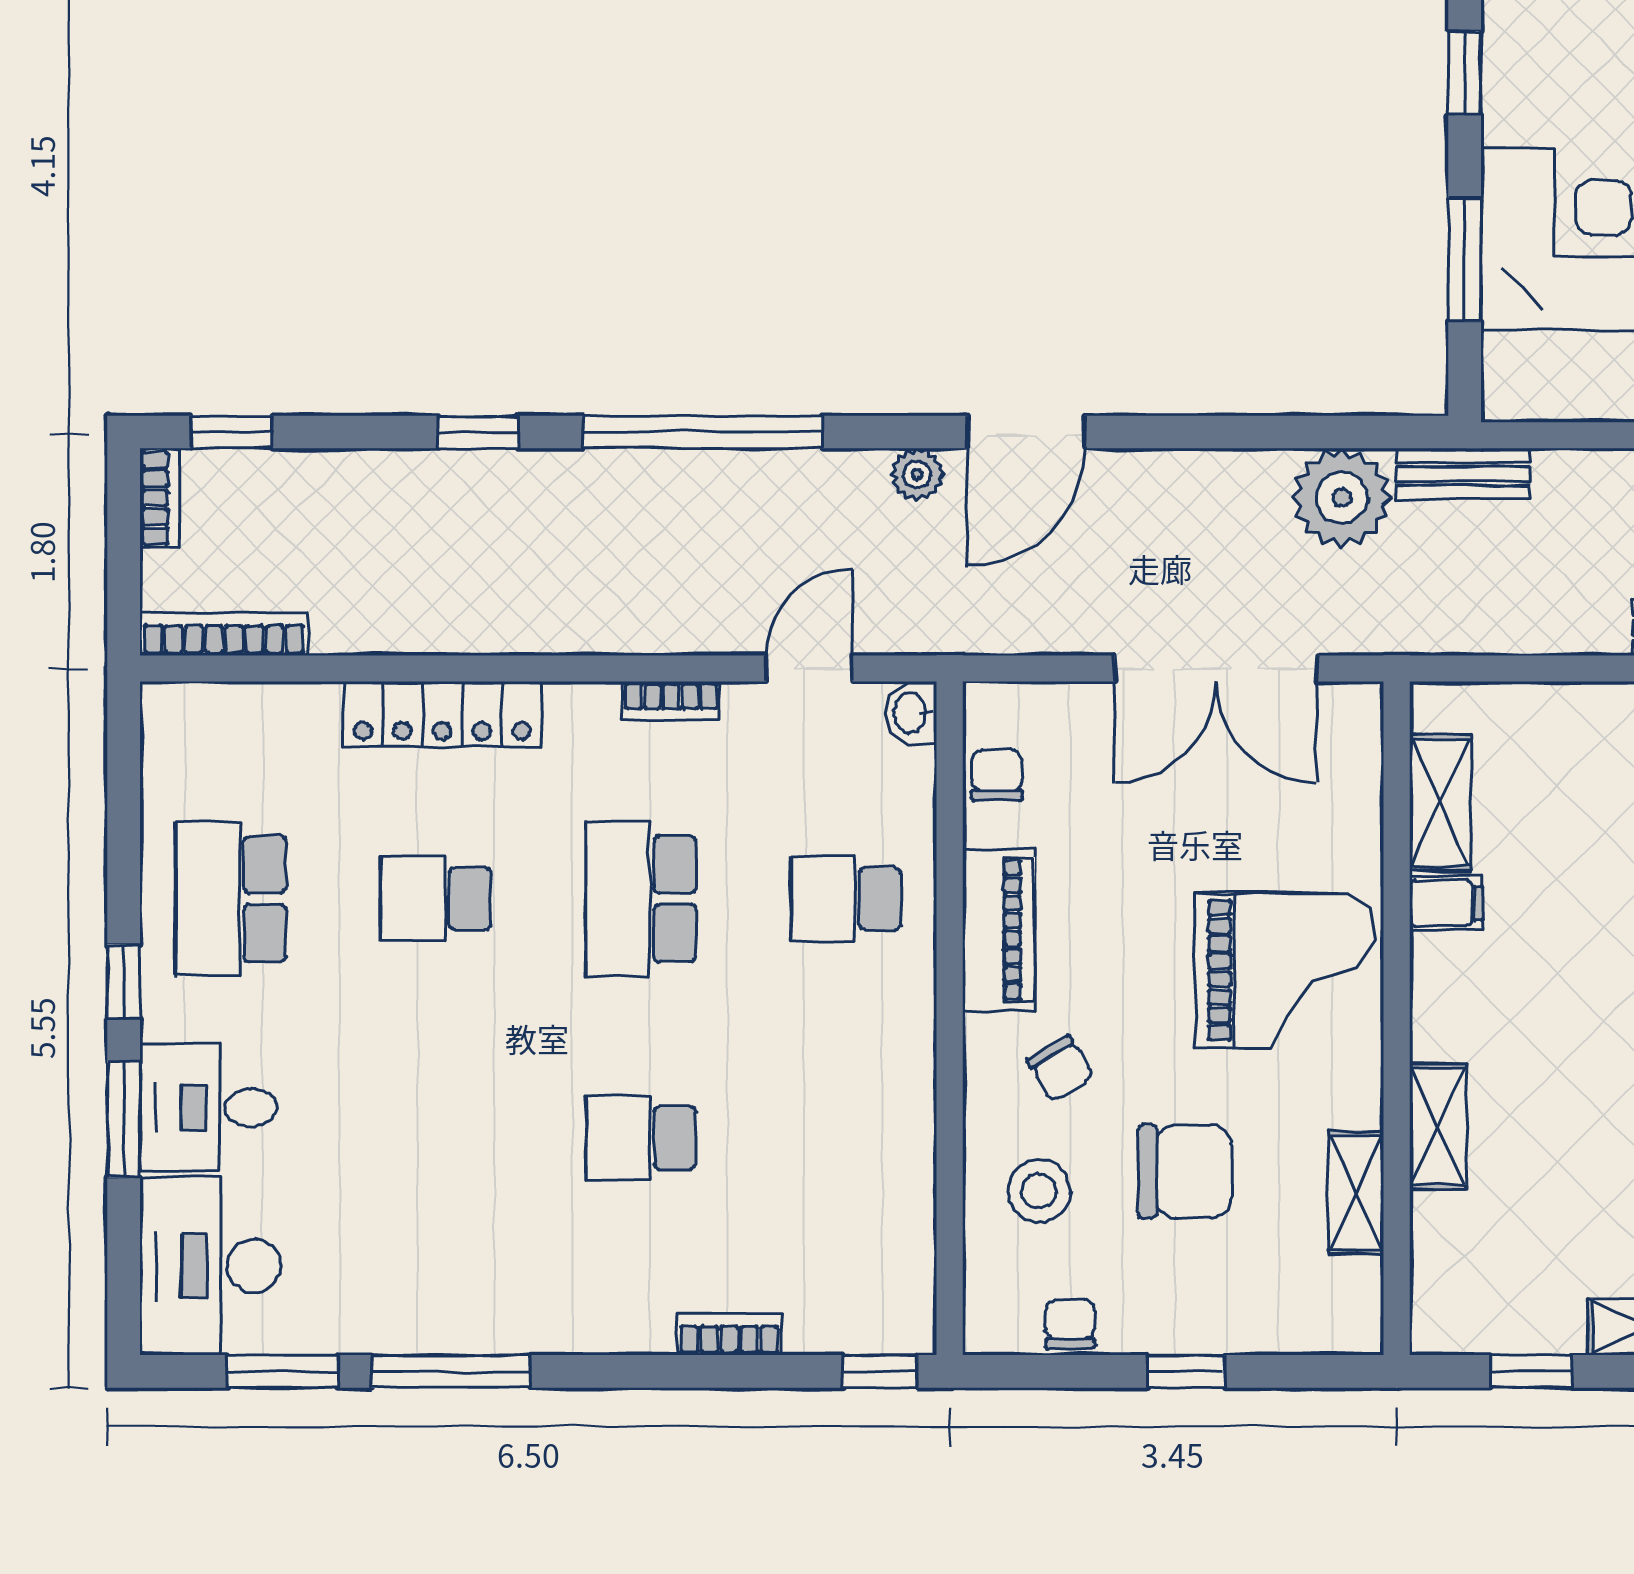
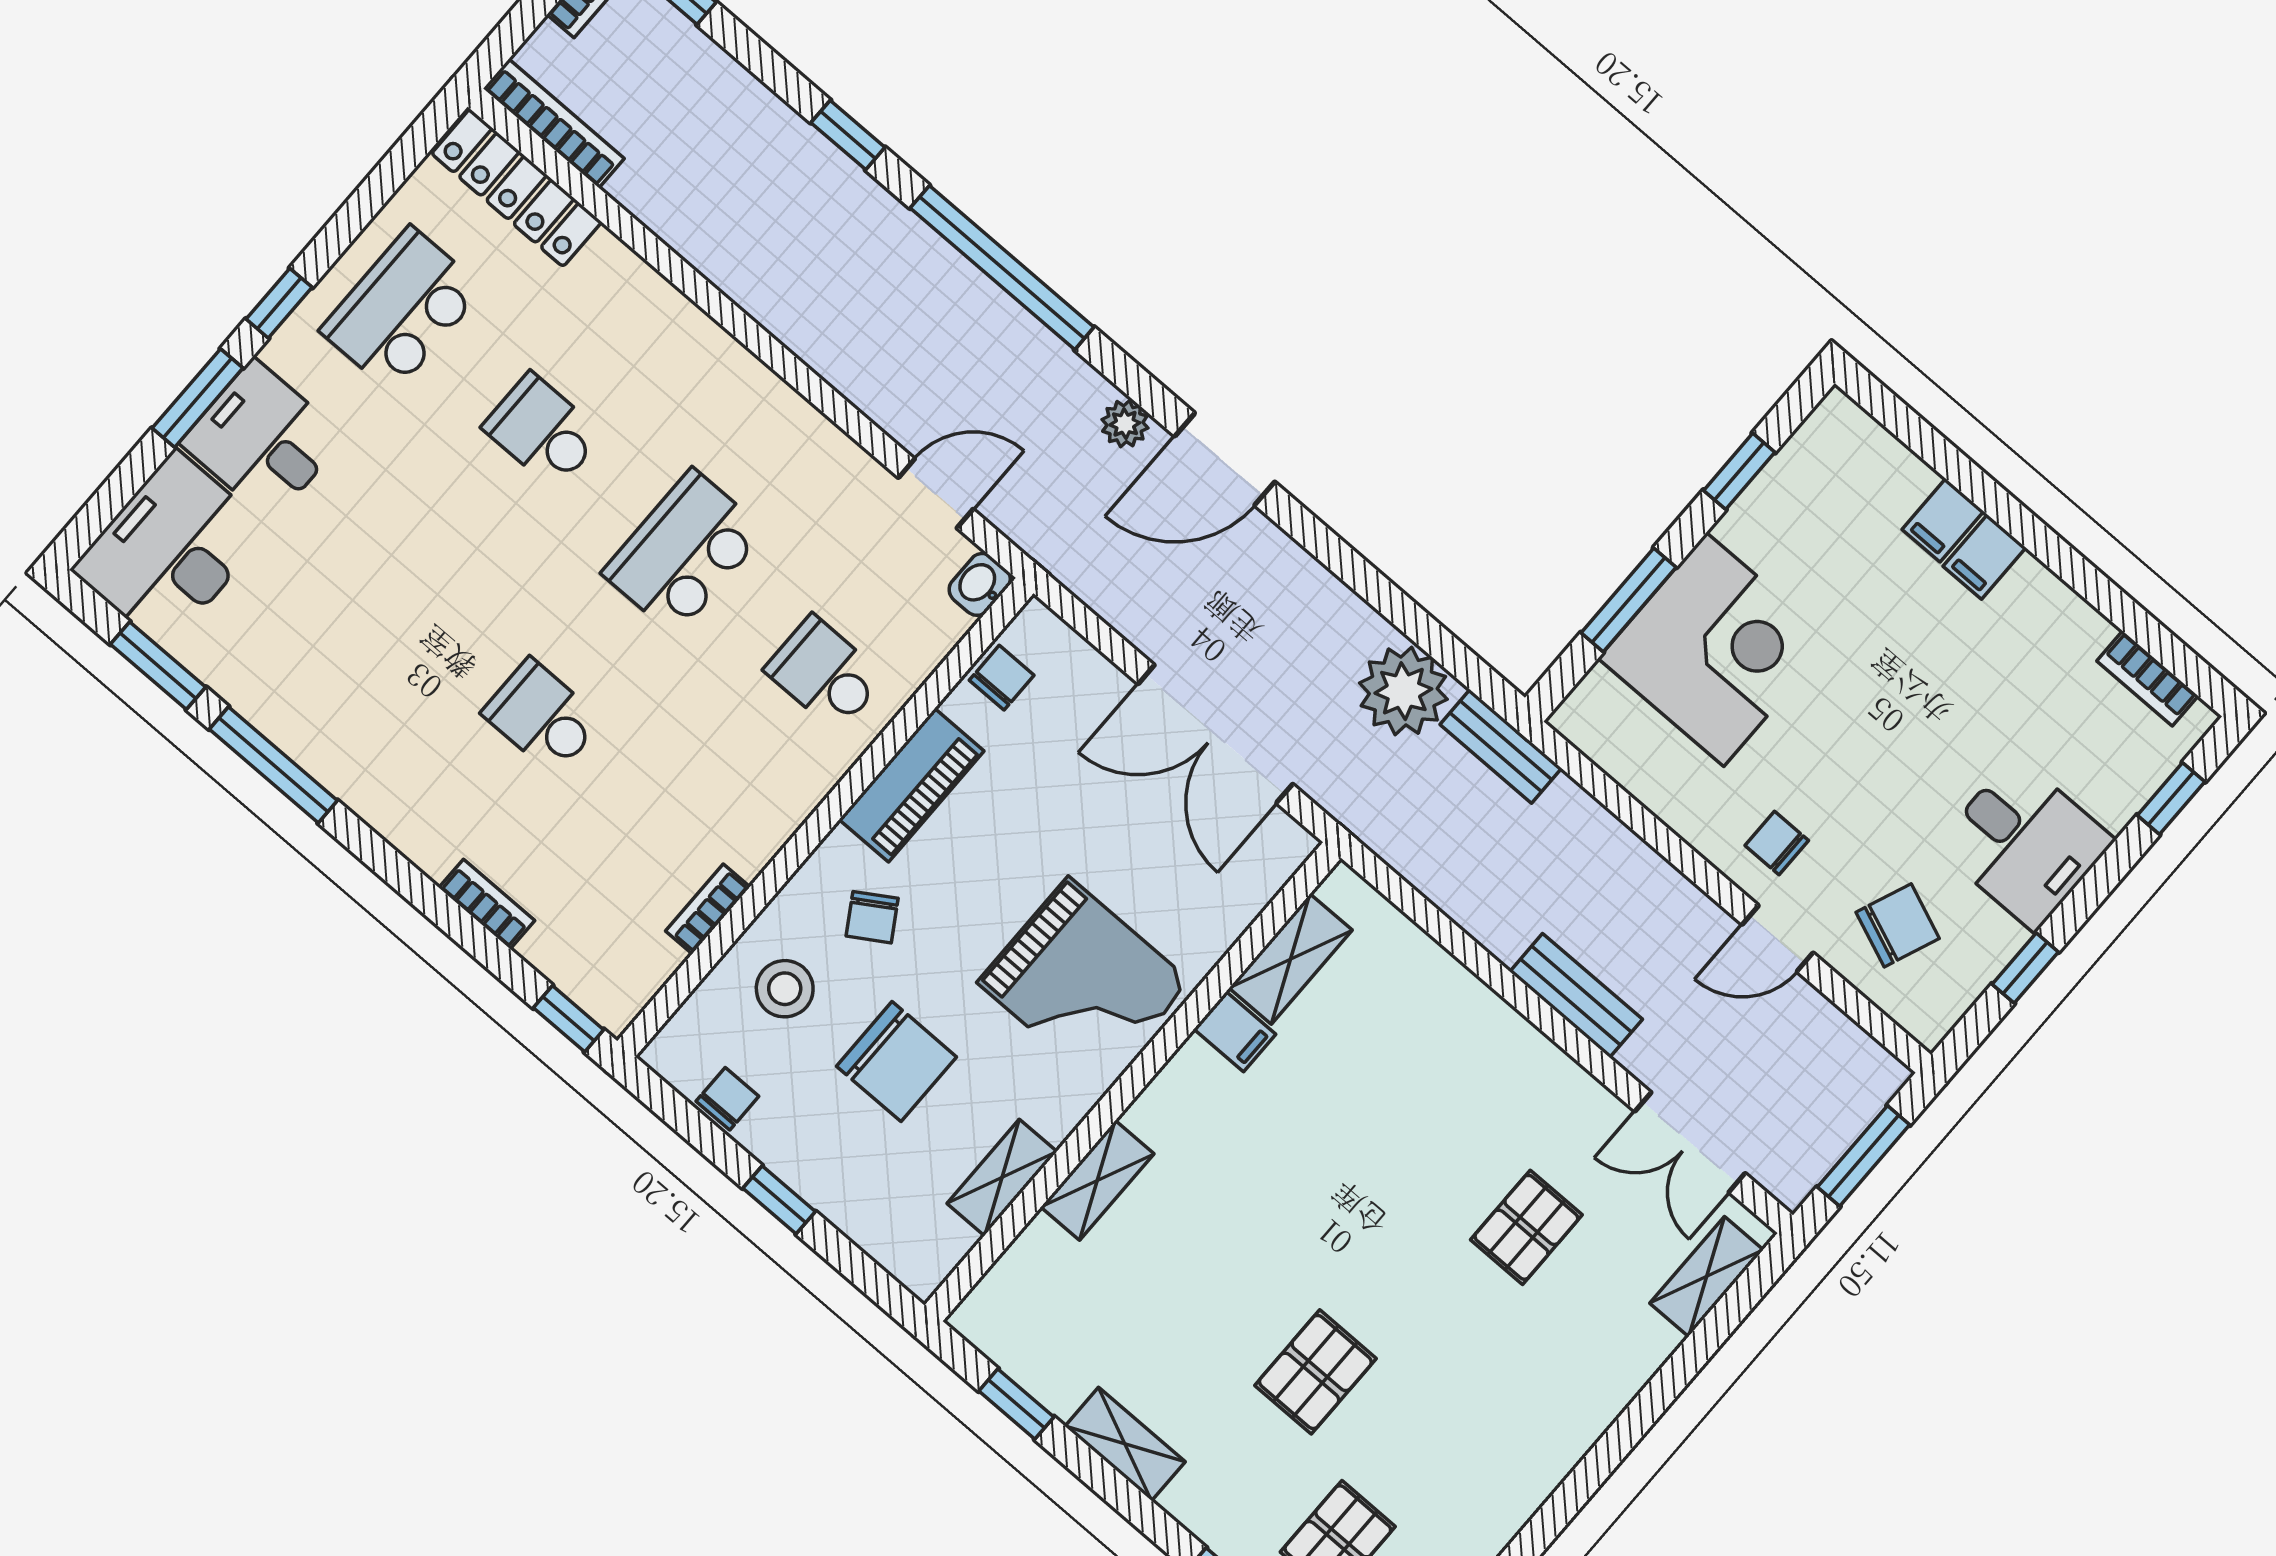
bookcase: (671, 701) -> (708, 909), moved, turned 90
locker: (442, 714) -> (517, 188), moved

